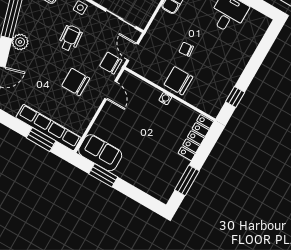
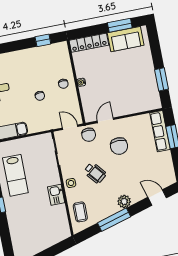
wheelchair: (70, 38) -> (95, 173), turned -125
door: (133, 52) -> (70, 127), swing flipped
chair: (178, 81) -> (63, 84), width x0.54, depth x0.54
row of seats: (49, 128) -> (160, 131), width x0.73
sofa: (100, 153) -> (126, 39), moved, turned -90

